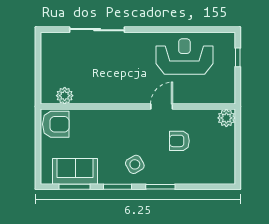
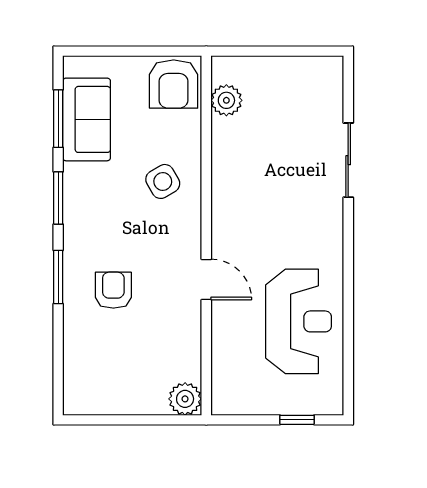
sliding door: (97, 30) -> (348, 160), width x0.73
armchair: (179, 141) -> (113, 290), moved
side table: (135, 164) -> (163, 181), moved

